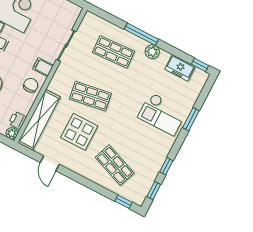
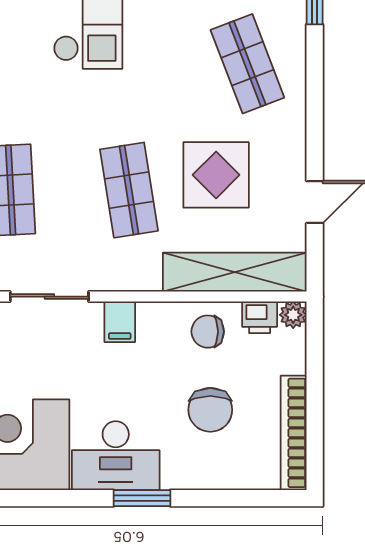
chair: (31, 85) -> (208, 332), moved
shop shelf: (115, 165) -> (247, 64), turned -42

